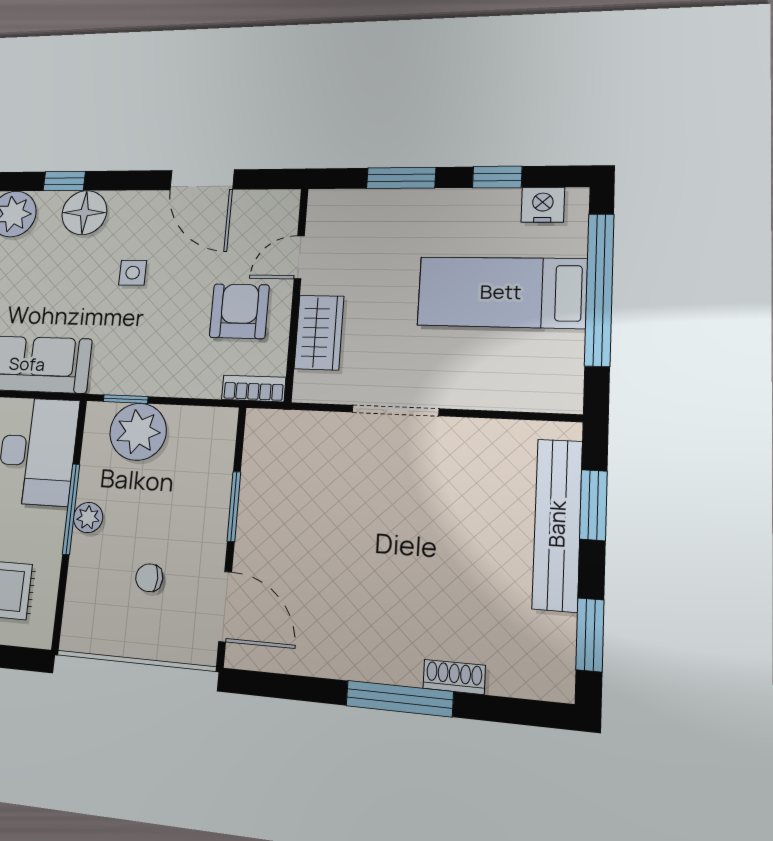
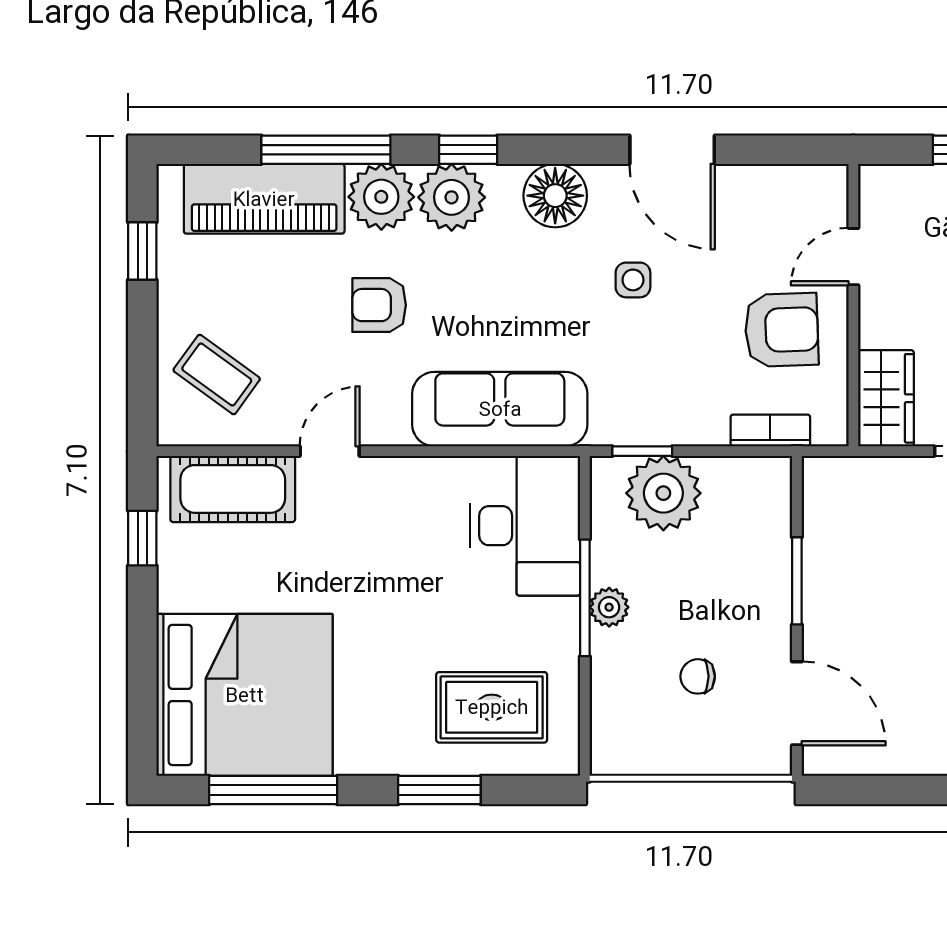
door: (202, 180) -> (672, 150), moved
window: (64, 181) -> (468, 150), moved
armchair: (239, 311) -> (782, 330), turned 88
wardrobe: (319, 332) -> (886, 398), moved
bookcase: (254, 388) -> (770, 430), moved

